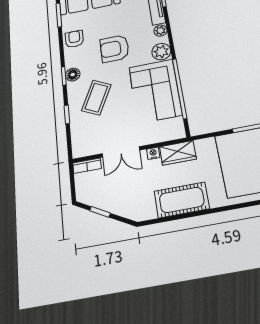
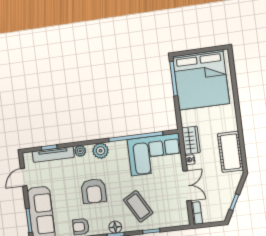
corner sofa: (155, 91) -> (155, 155), moved
coffee table: (96, 98) -> (138, 206), turned 34
cot: (182, 200) -> (230, 152), moved

